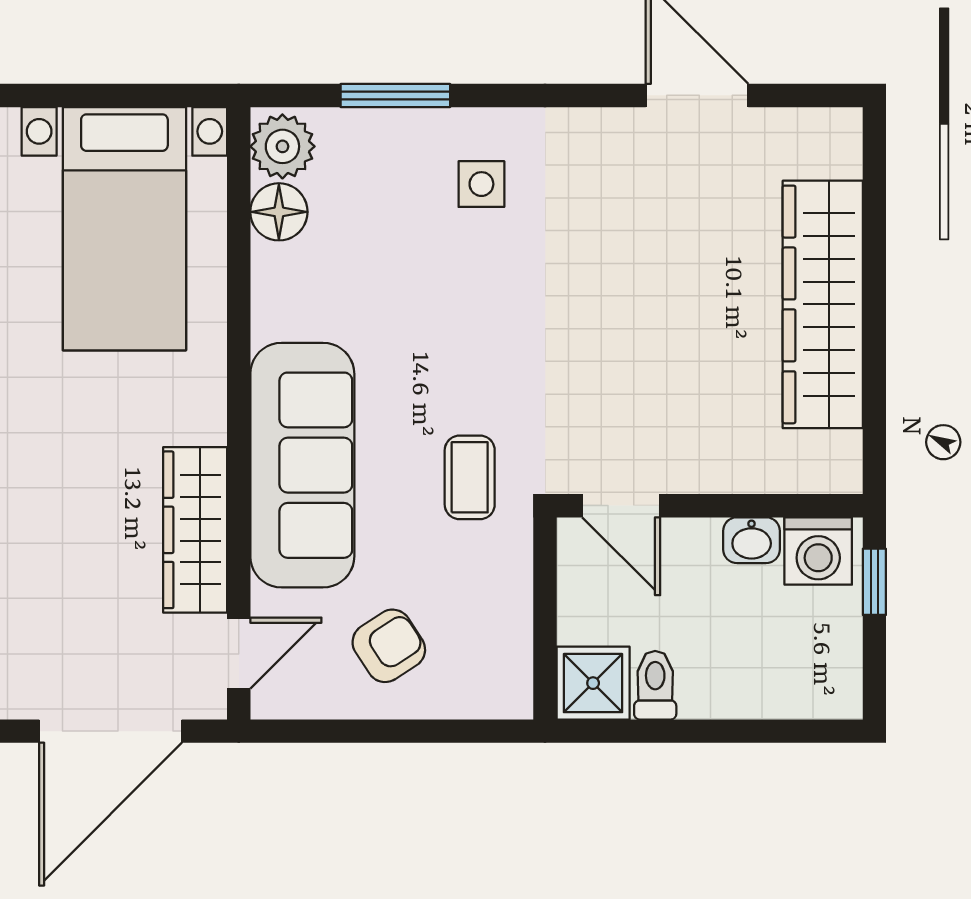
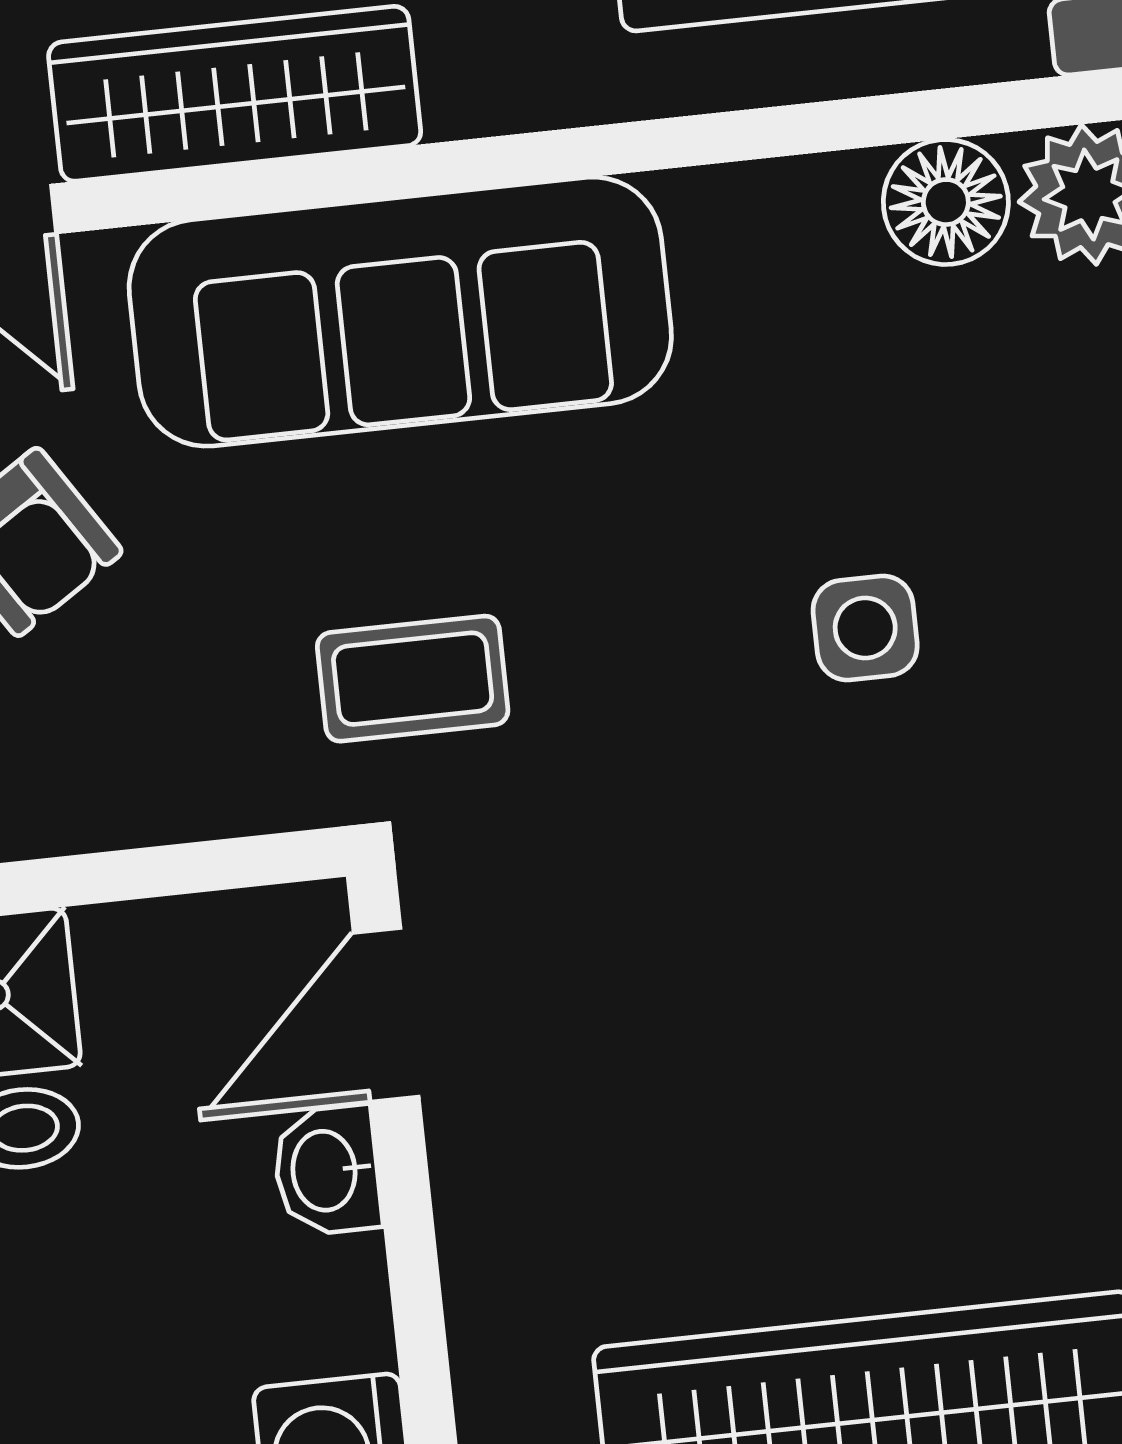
side table: (481, 184) -> (865, 628), moved
washbasin: (752, 540) -> (327, 1170), moved

